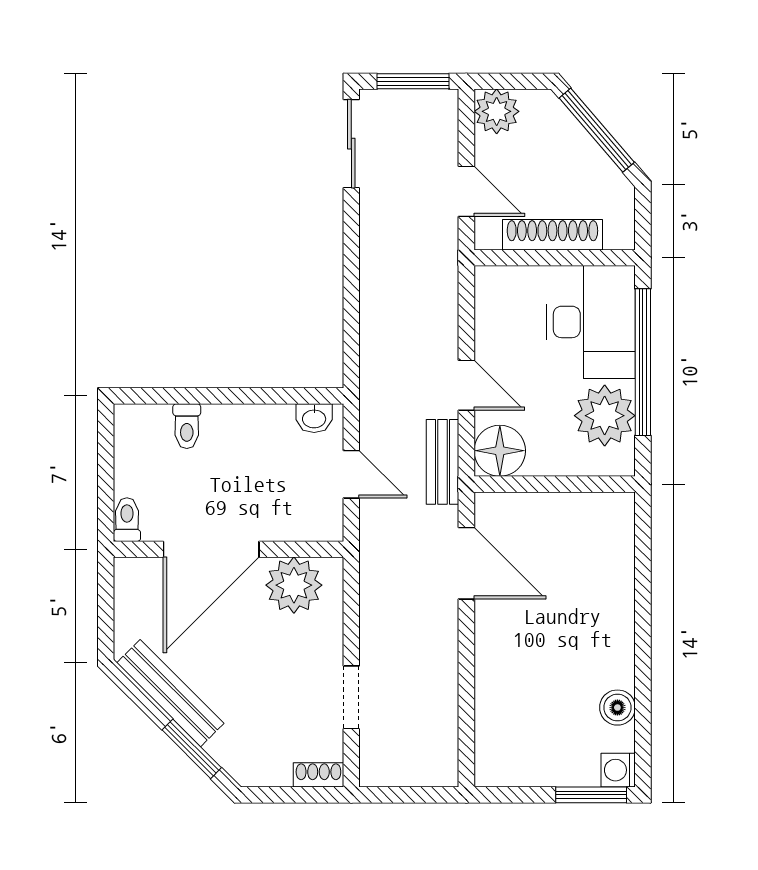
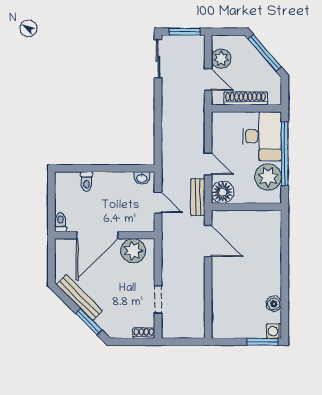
plant: (497, 111) -> (221, 59), moved

